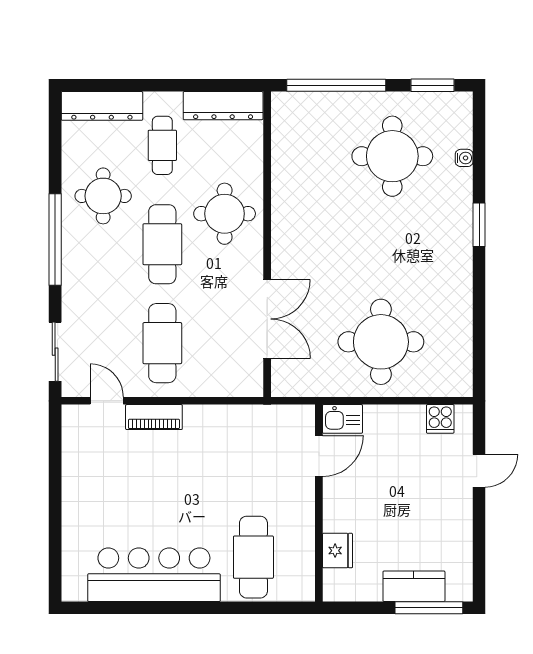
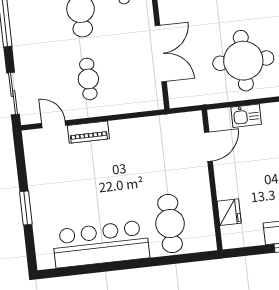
cafe table: (162, 343) -> (88, 79), width x0.73, depth x0.74
kitchen sink: (342, 419) -> (246, 116), moved
window: (55, 513) -> (26, 208), added

